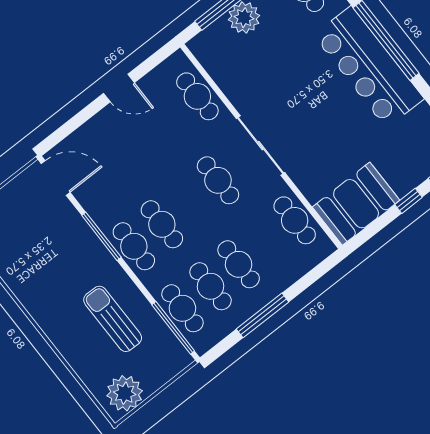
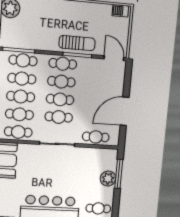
door: (119, 88) -> (125, 111), width x1.87
door: (56, 178) -> (114, 58), swing flipped
cafe table: (190, 202) -> (60, 99), added
cafe table: (267, 242) -> (19, 114), added
sun lounger: (113, 319) -> (77, 43), moved

